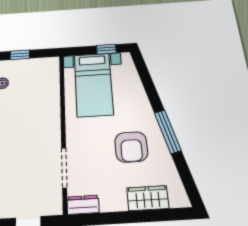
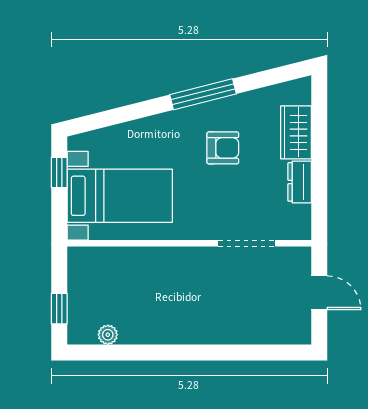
armchair: (131, 147) -> (223, 148), width x0.72, depth x0.72
dresser: (83, 205) -> (300, 182), moved

